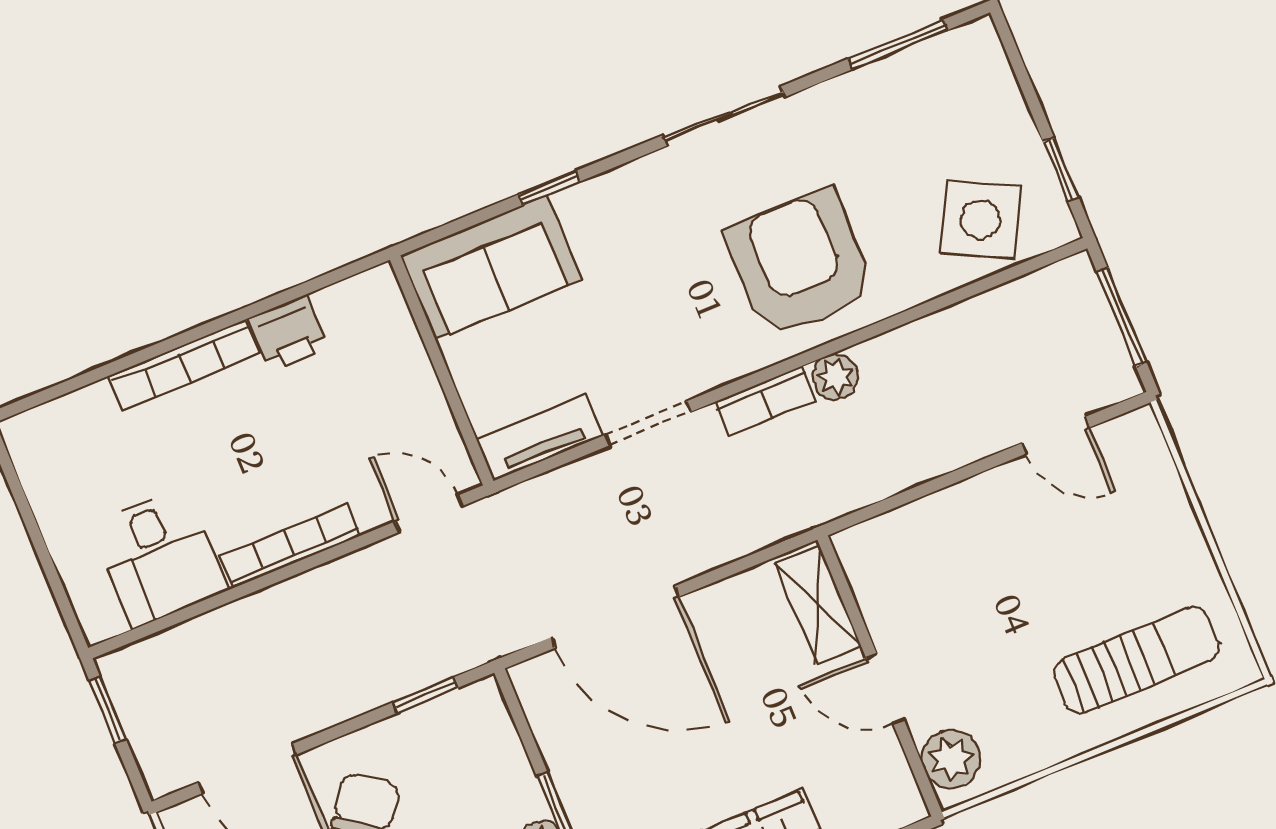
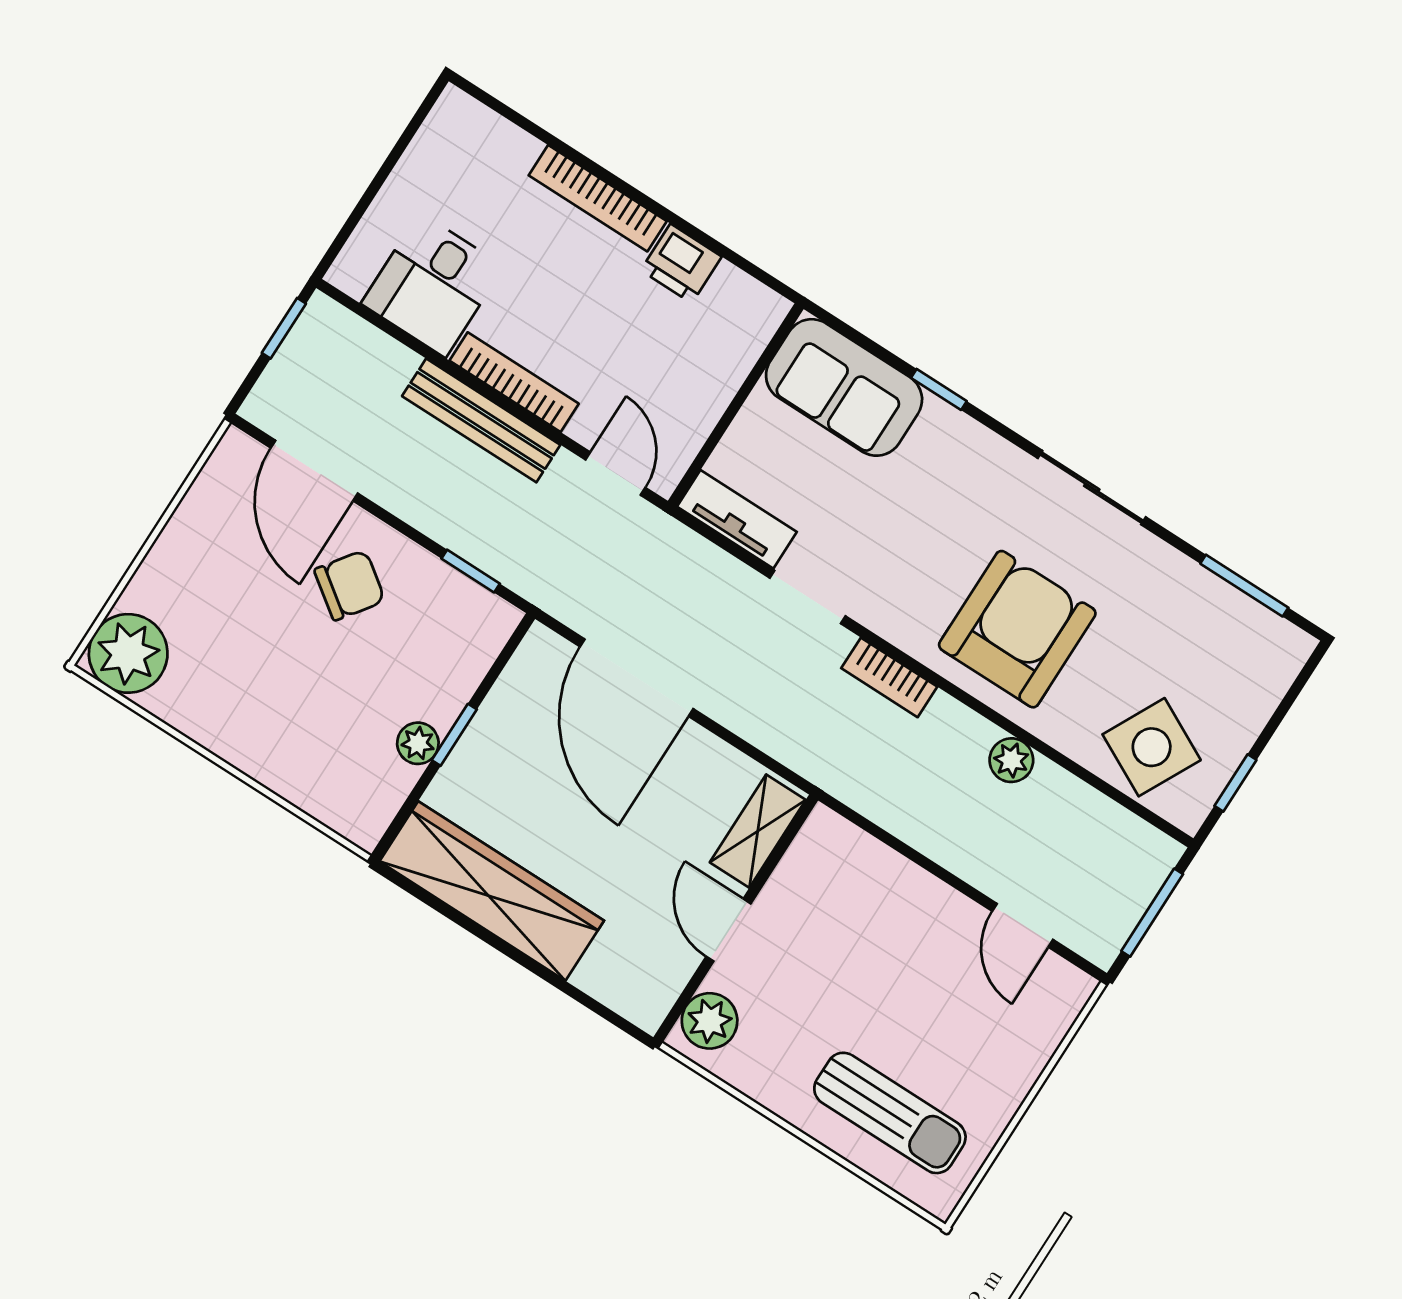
plant: (835, 377) -> (1011, 760), moved
bench: (303, 596) -> (481, 420), added

